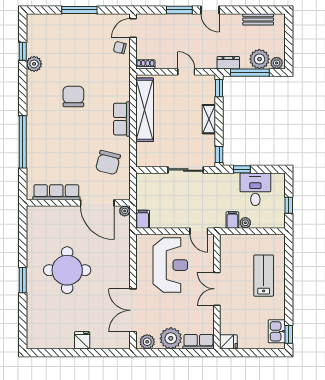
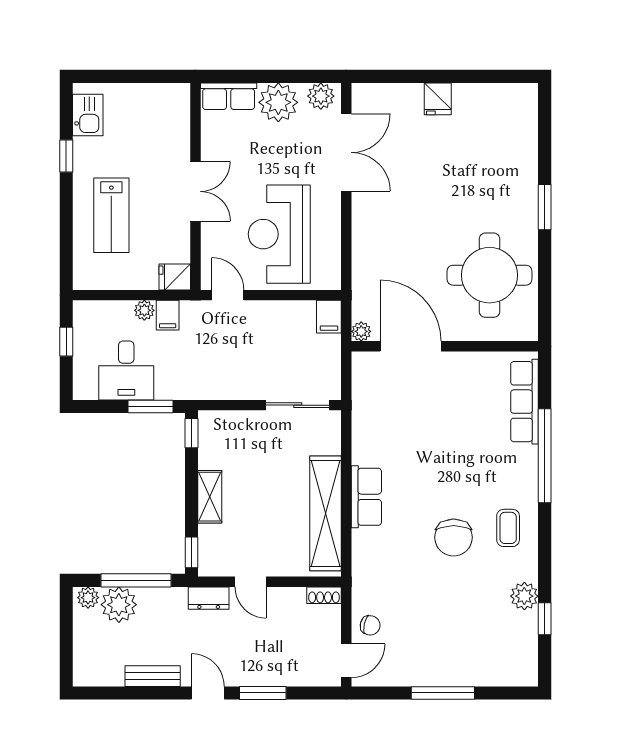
bench: (258, 19) -> (153, 676), moved
dresser: (228, 63) -> (209, 598), moved
coffee table: (43, 102) -> (508, 528), added
chair: (108, 162) -> (391, 419), removed
window: (242, 169) -> (151, 406), width x1.50
sliding door: (186, 170) -> (298, 405), moved
row of seats: (56, 192) -> (525, 402), moved, turned 90
round table: (67, 270) -> (489, 275), moved
window: (289, 334) -> (66, 156), moved
fridge: (228, 342) -> (175, 277), moved

